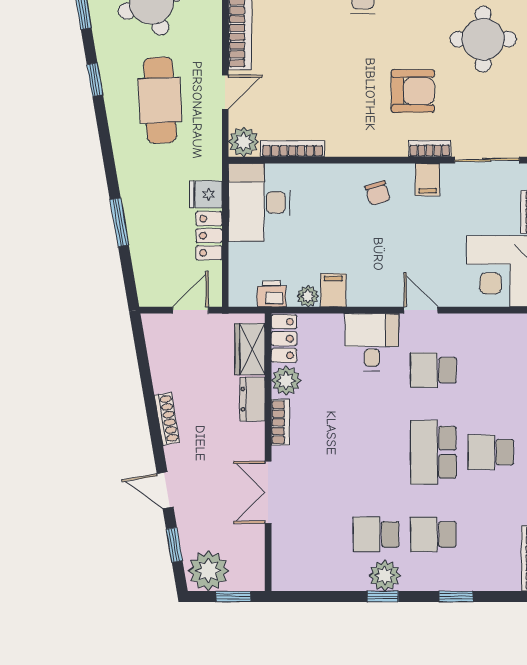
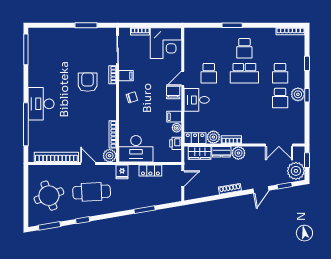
round table: (483, 39) -> (65, 52), removed
fridge: (206, 194) -> (122, 172), moved
chair: (389, 288) -> (173, 92), added
door: (191, 310) -> (183, 179), swing flipped
plant: (250, 439) -> (238, 153), added
double door: (268, 492) -> (279, 145), moved

